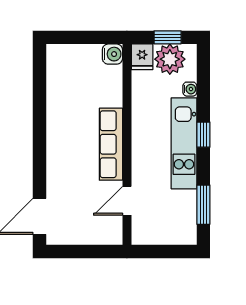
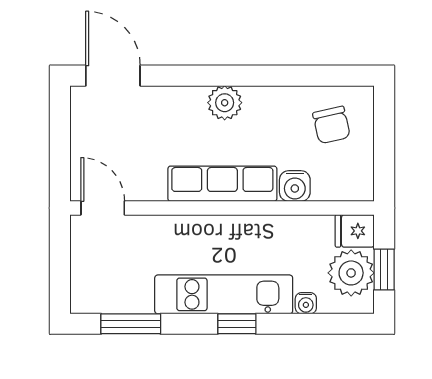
water cooler: (112, 54) -> (295, 186), moved
chair: (72, 72) -> (331, 125), added
plant: (57, 143) -> (225, 103), added
door: (127, 201) -> (103, 208), moved

